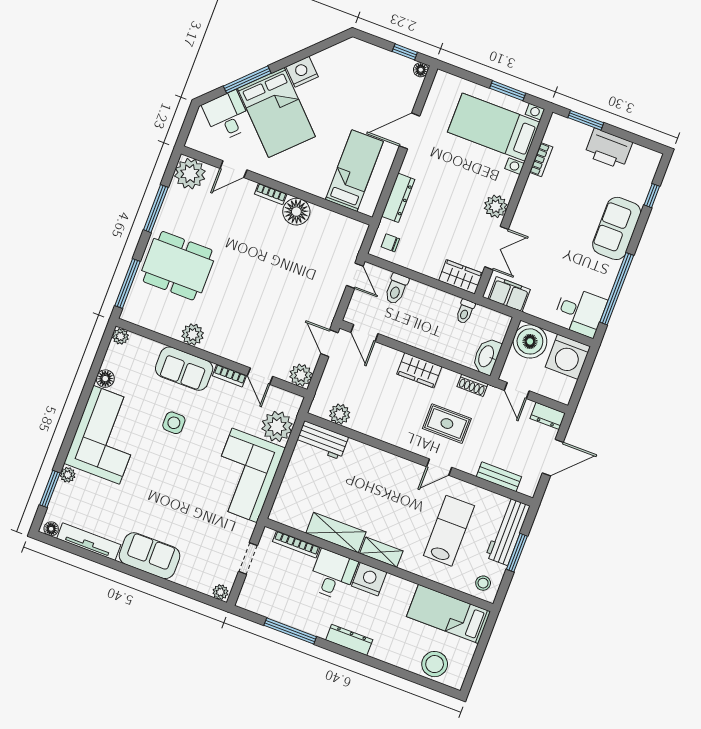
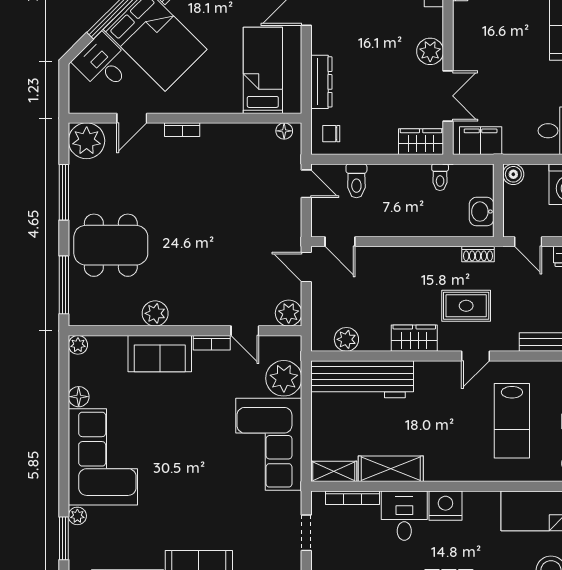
floor lamp: (296, 212) -> (284, 131), moved, width x0.53, depth x0.53
boiler: (530, 341) -> (513, 174), width x0.54, depth x0.54
washbasin: (487, 356) -> (482, 212), width x0.72
wardrobe: (419, 370) -> (414, 338), moved, turned 180
side table: (174, 423) -> (171, 416), removed
workbench: (322, 440) -> (362, 379), width x1.88, depth x1.32
lab bench: (449, 531) -> (512, 421), turned 180
shelving: (381, 552) -> (334, 471), moved

